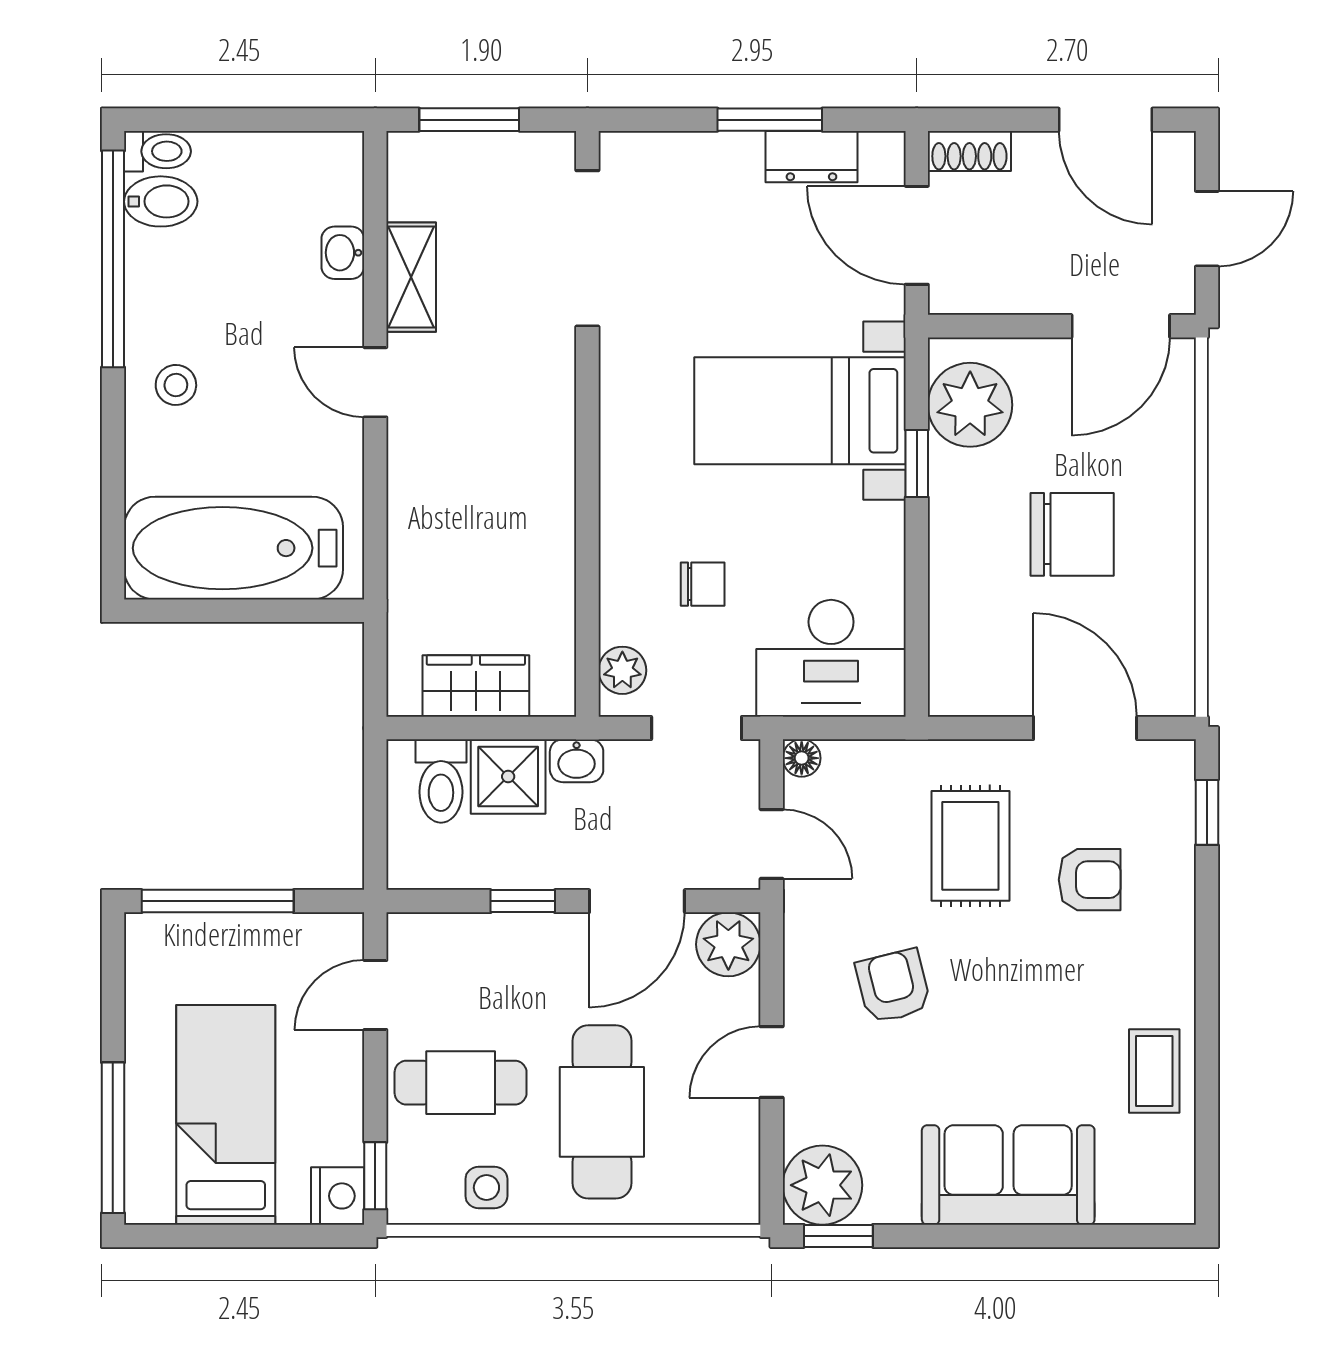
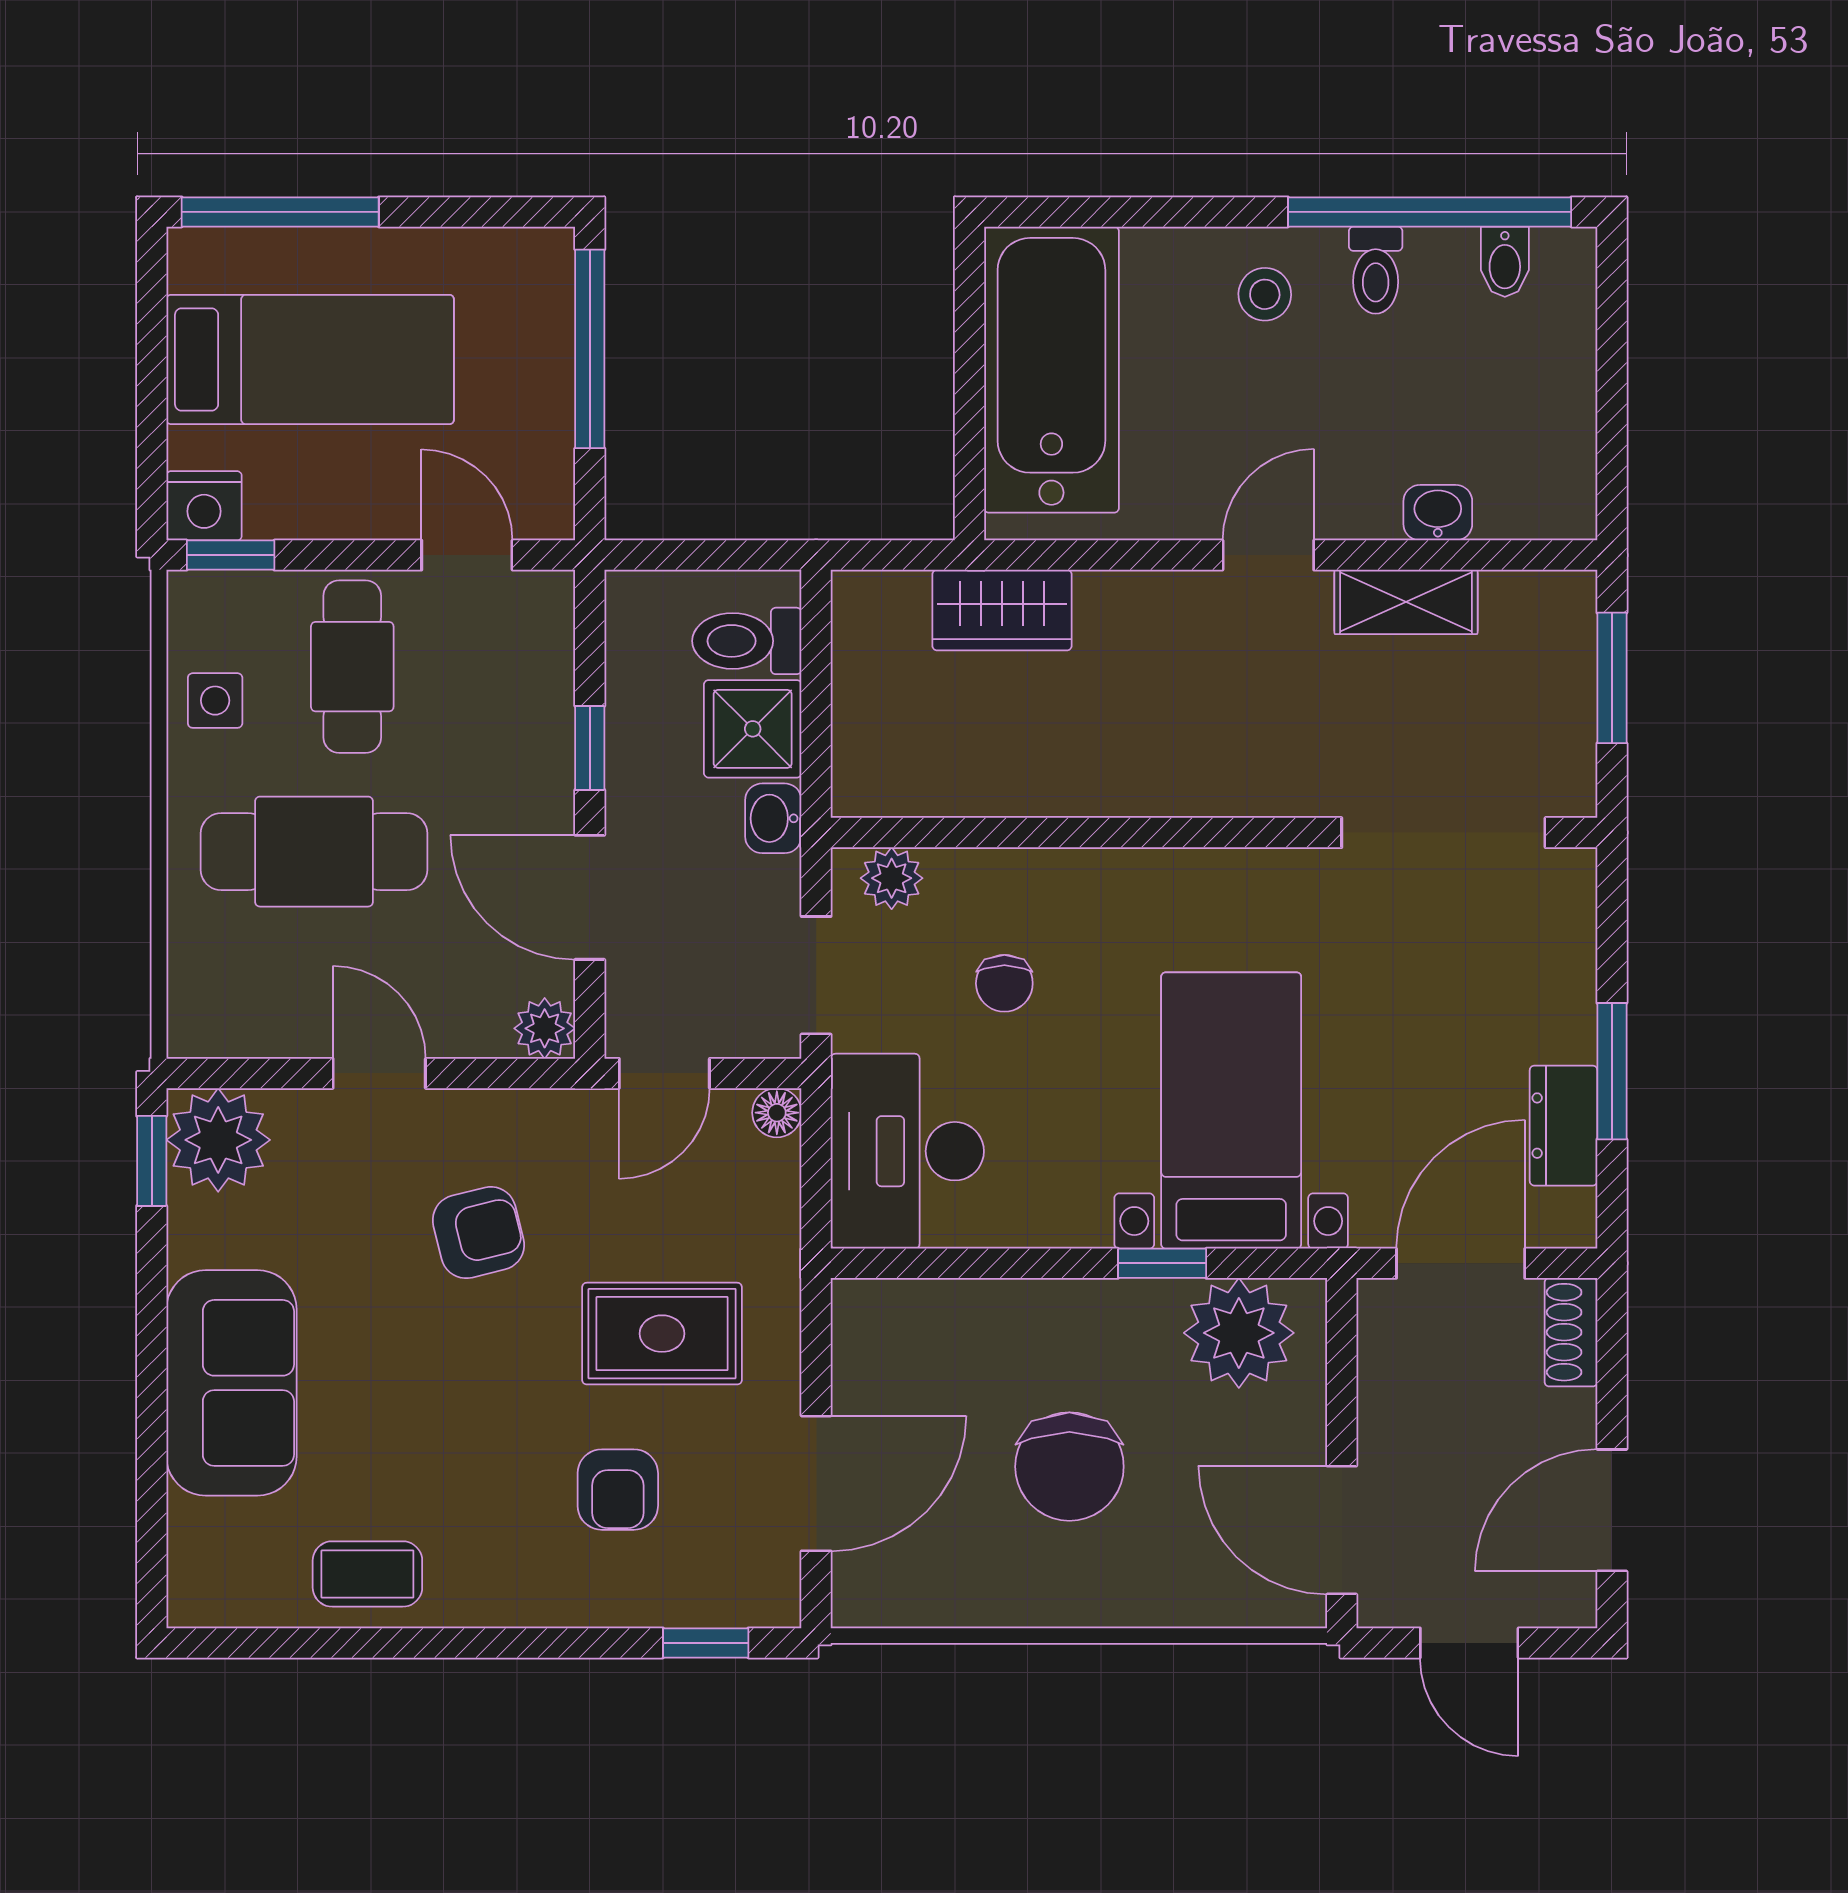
toilet: (157, 151) -> (1376, 270), moved
bidet: (161, 201) -> (1505, 262), width x0.72, depth x0.74
wardrobe: (476, 686) -> (1002, 610), moved, turned 90
plant: (728, 944) -> (545, 1028), width x0.73, depth x0.73

